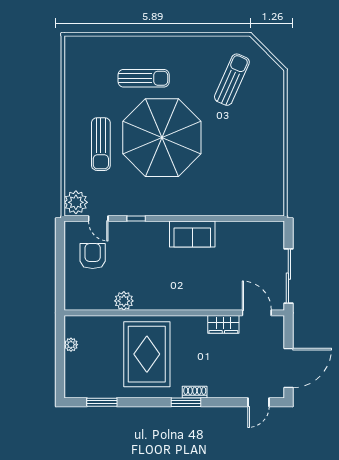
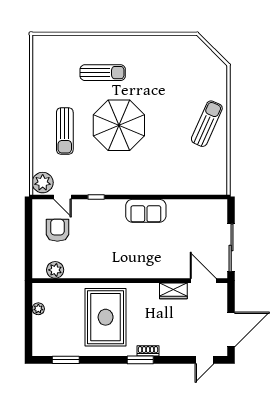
sun lounger: (232, 80) -> (207, 124), moved
parasol: (162, 138) -> (119, 125), width x0.73, depth x0.73
plant: (124, 301) -> (55, 270), moved

